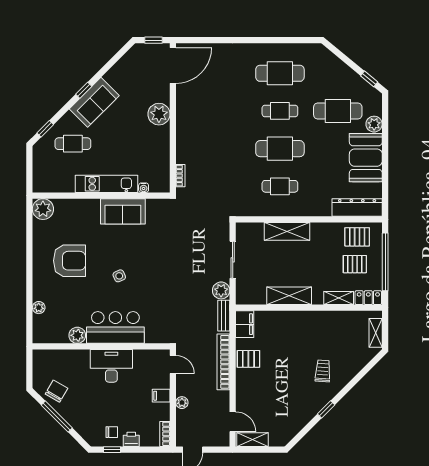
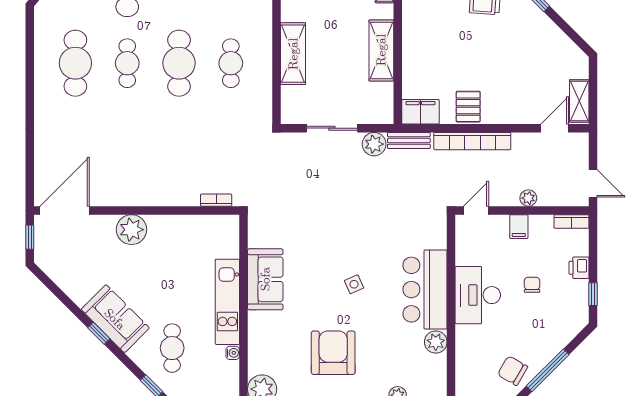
door: (173, 65) -> (65, 210), hinge flipped
water cooler: (144, 188) -> (233, 353), moved
chair: (112, 432) -> (532, 285), moved

